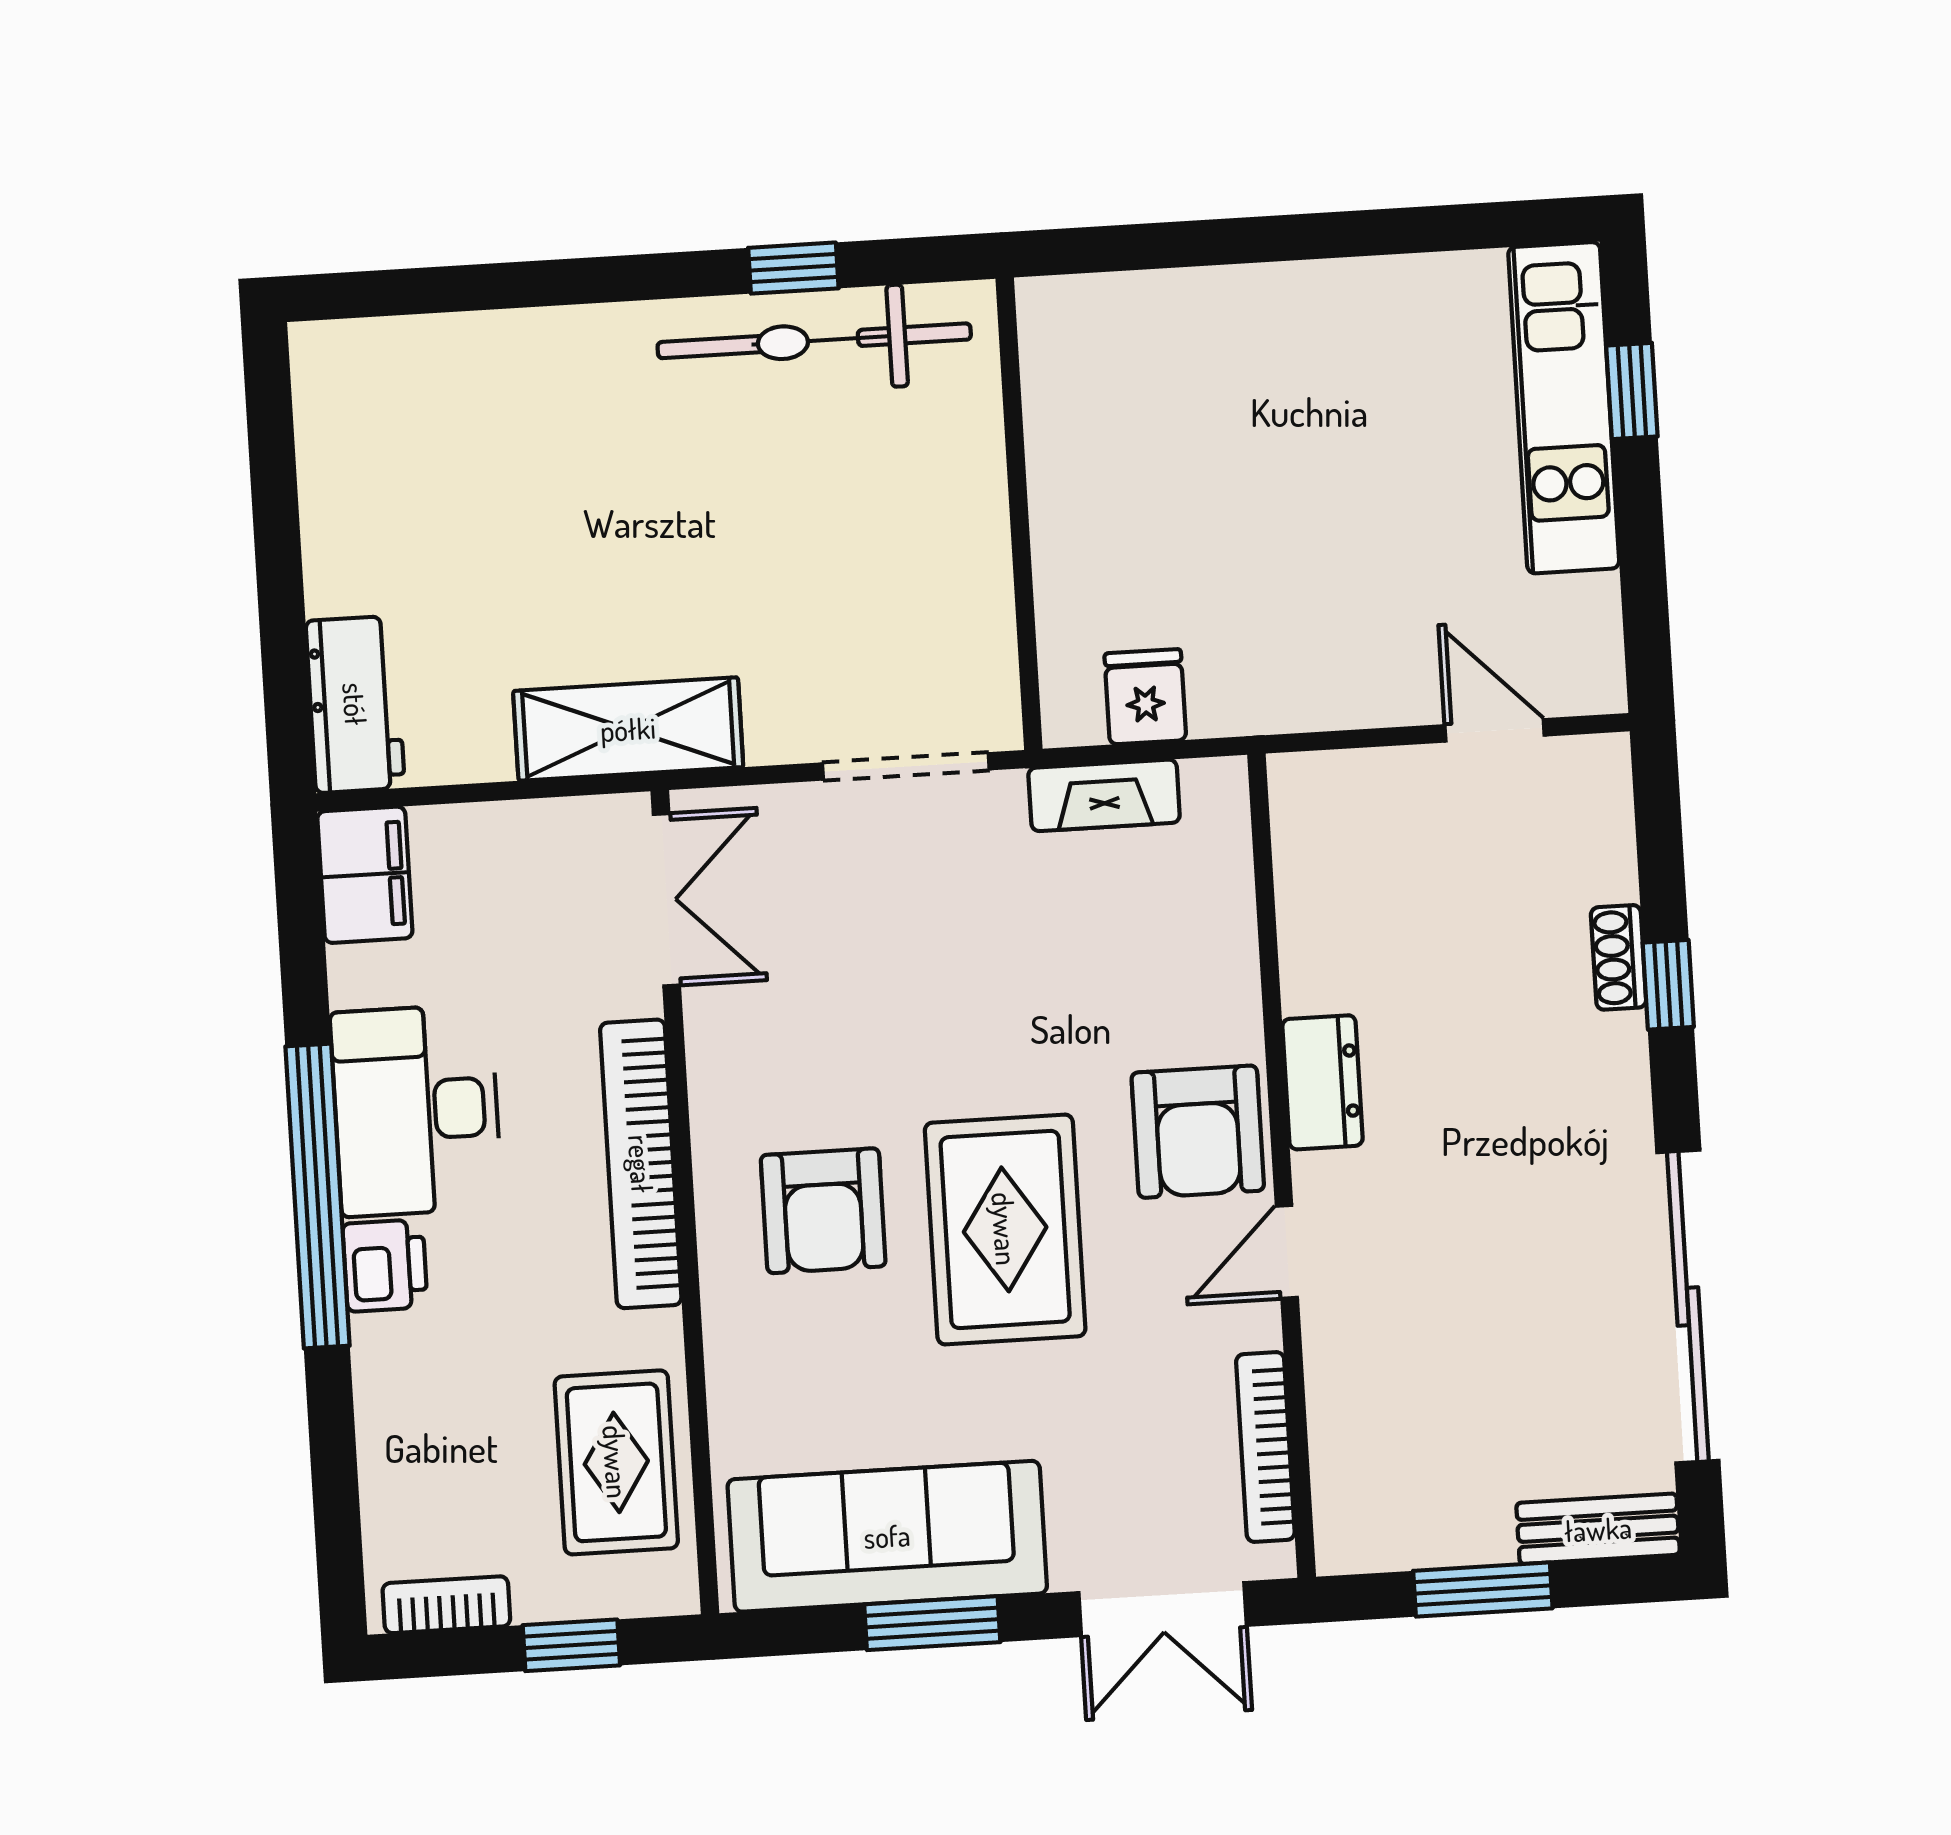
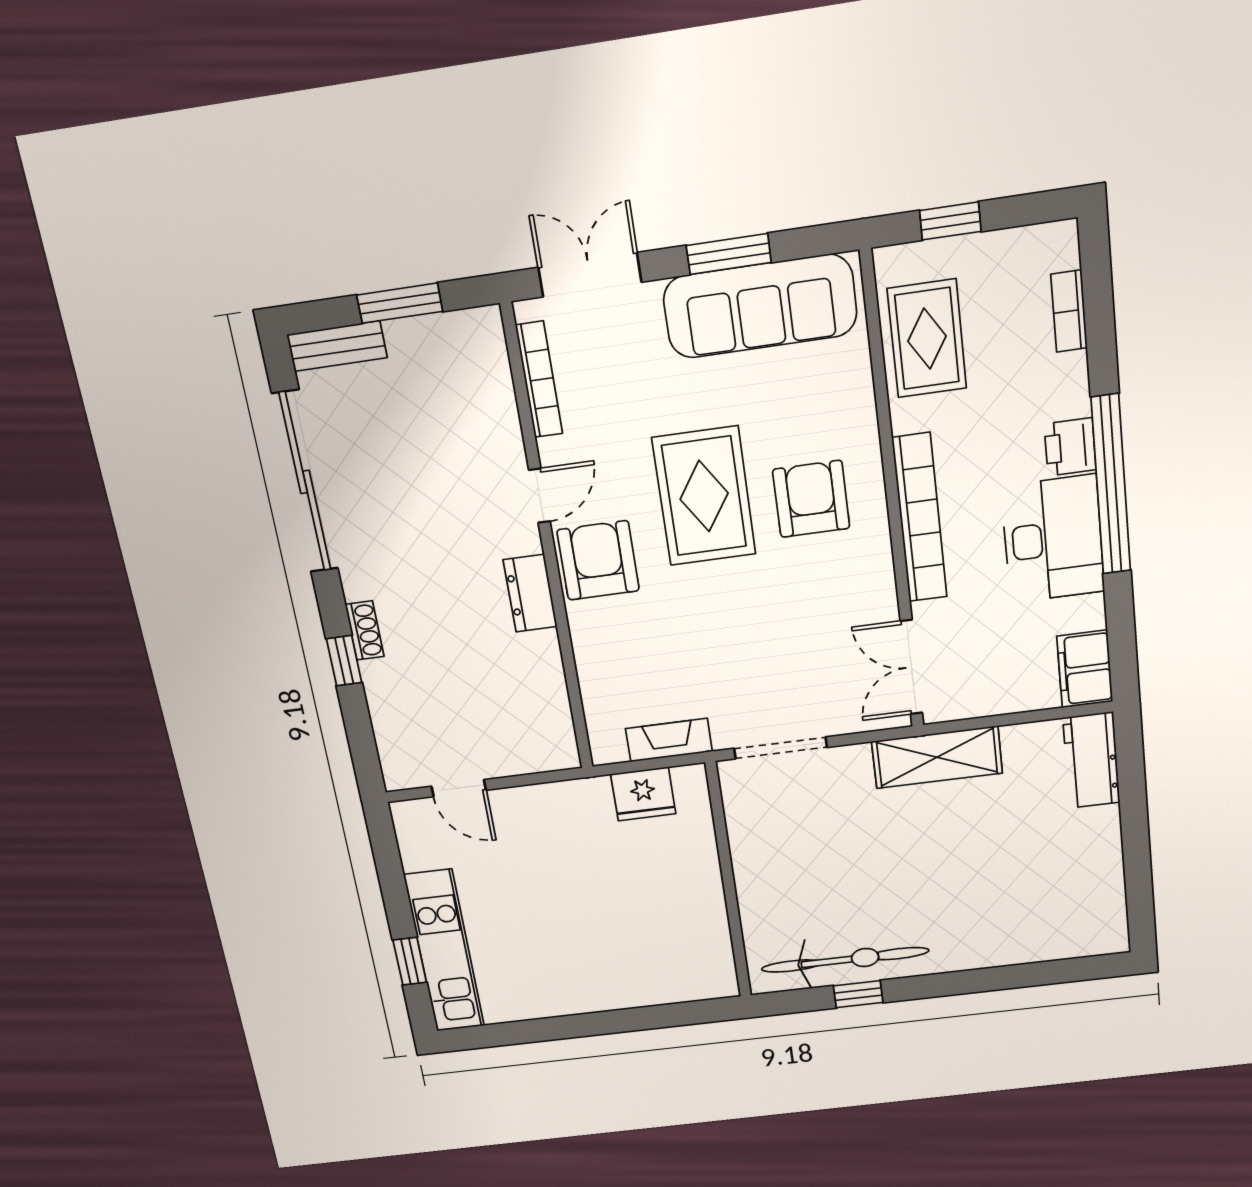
fridge: (1145, 697) -> (643, 794), width x1.38
shoe rack: (1619, 957) -> (365, 630), moved
bookcase: (446, 1605) -> (1069, 311), moved, turned 90

